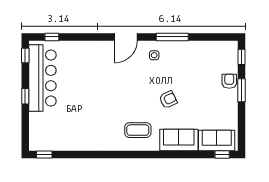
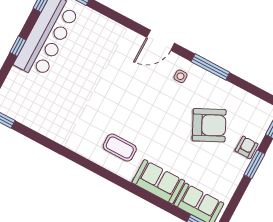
armchair: (168, 100) -> (209, 125), moved, width x1.88, depth x1.88

